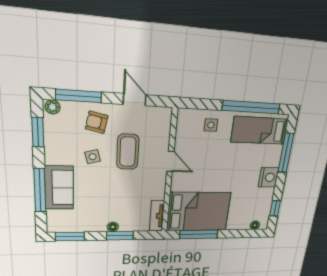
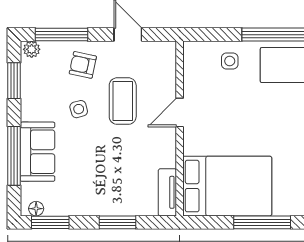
door: (170, 161) -> (180, 113), swing flipped
floor lamp: (113, 227) -> (36, 209), moved
window: (199, 234) -> (262, 222), moved

